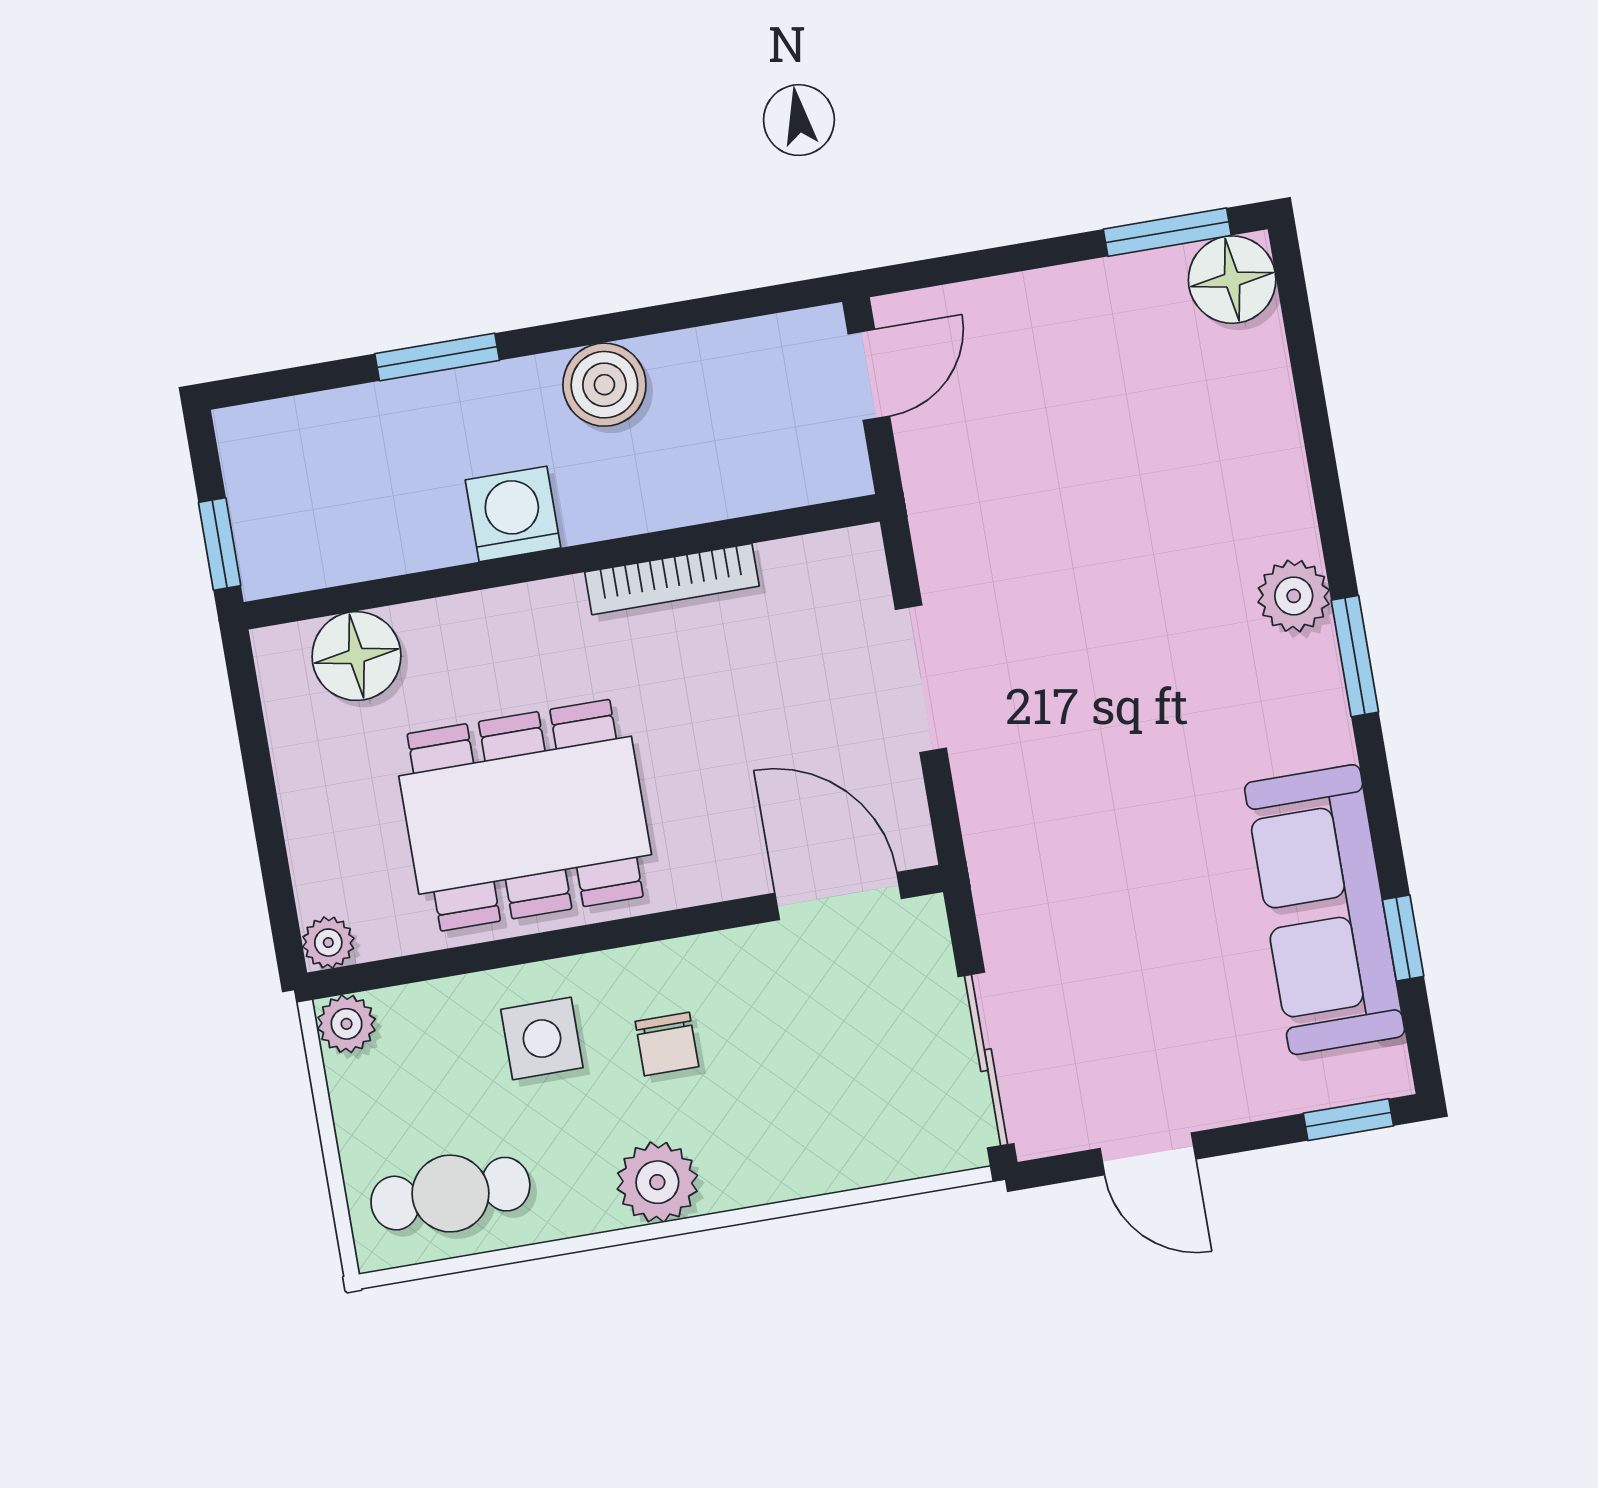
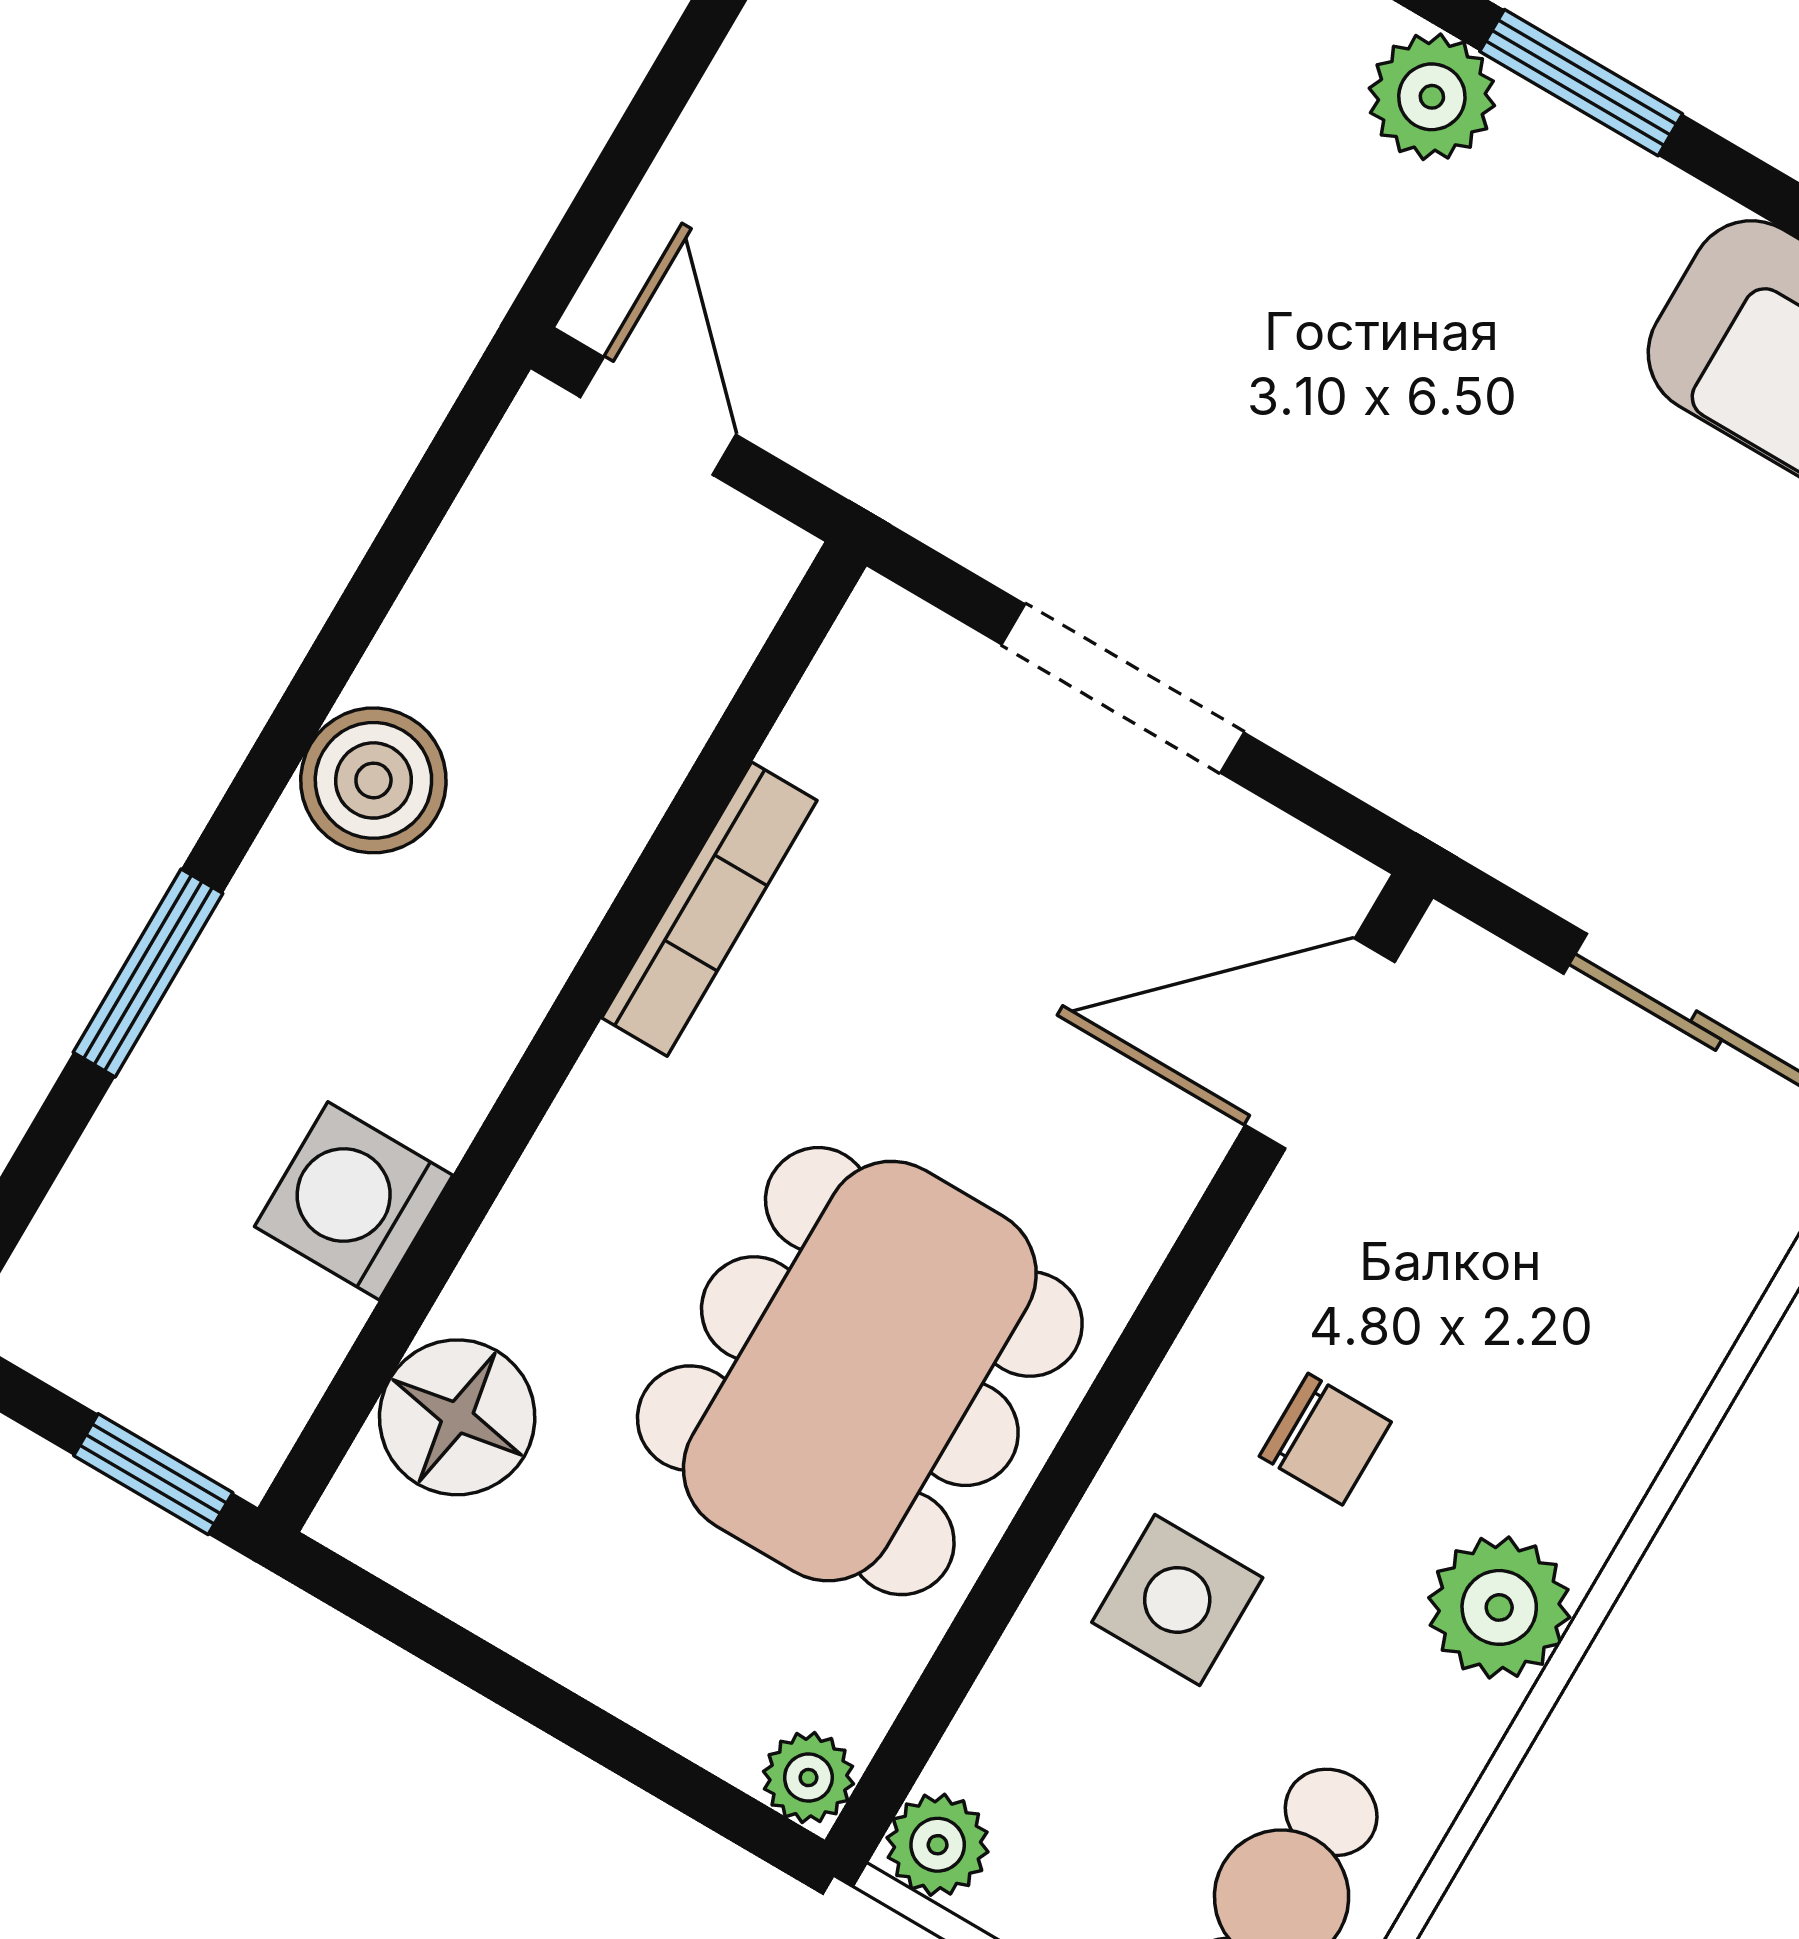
washing machine: (513, 514) -> (354, 1201), moved

